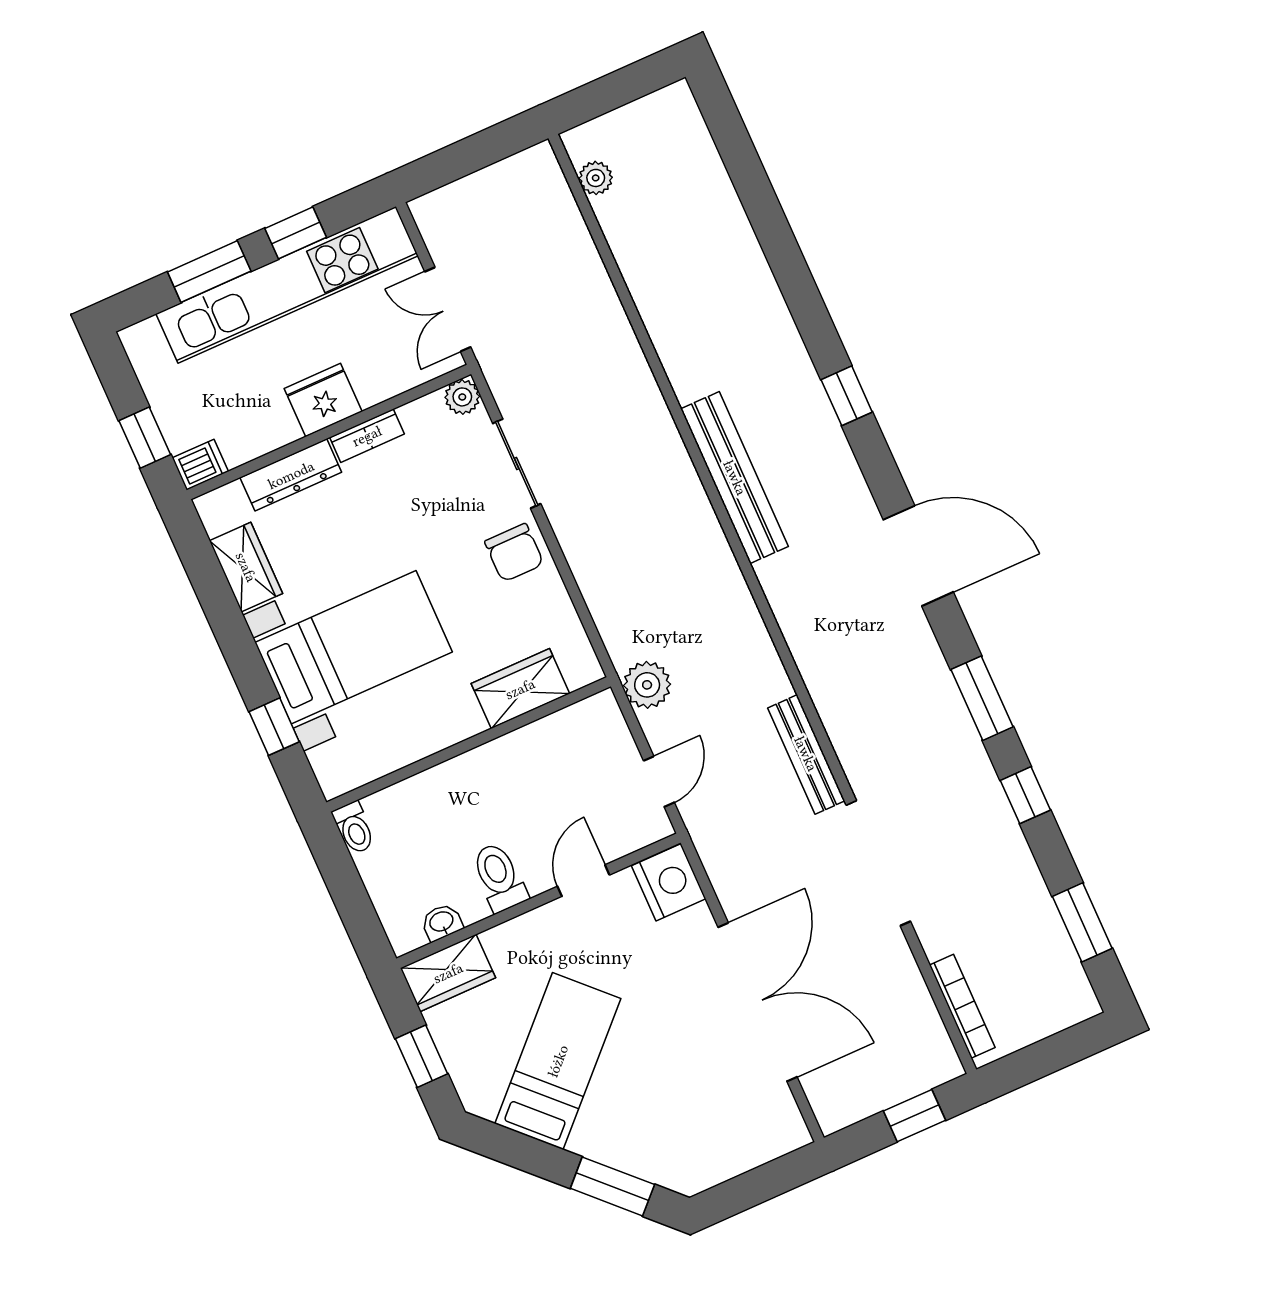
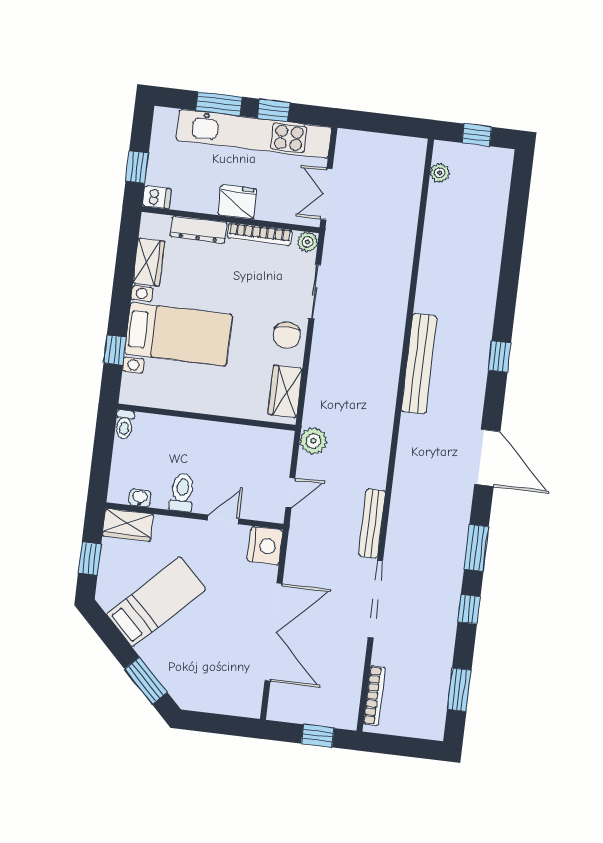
window: (617, 89) -> (477, 135), added
bookcase: (367, 436) -> (260, 234), width x1.56
wardrobe: (520, 689) -> (285, 391), moved, turned -90

